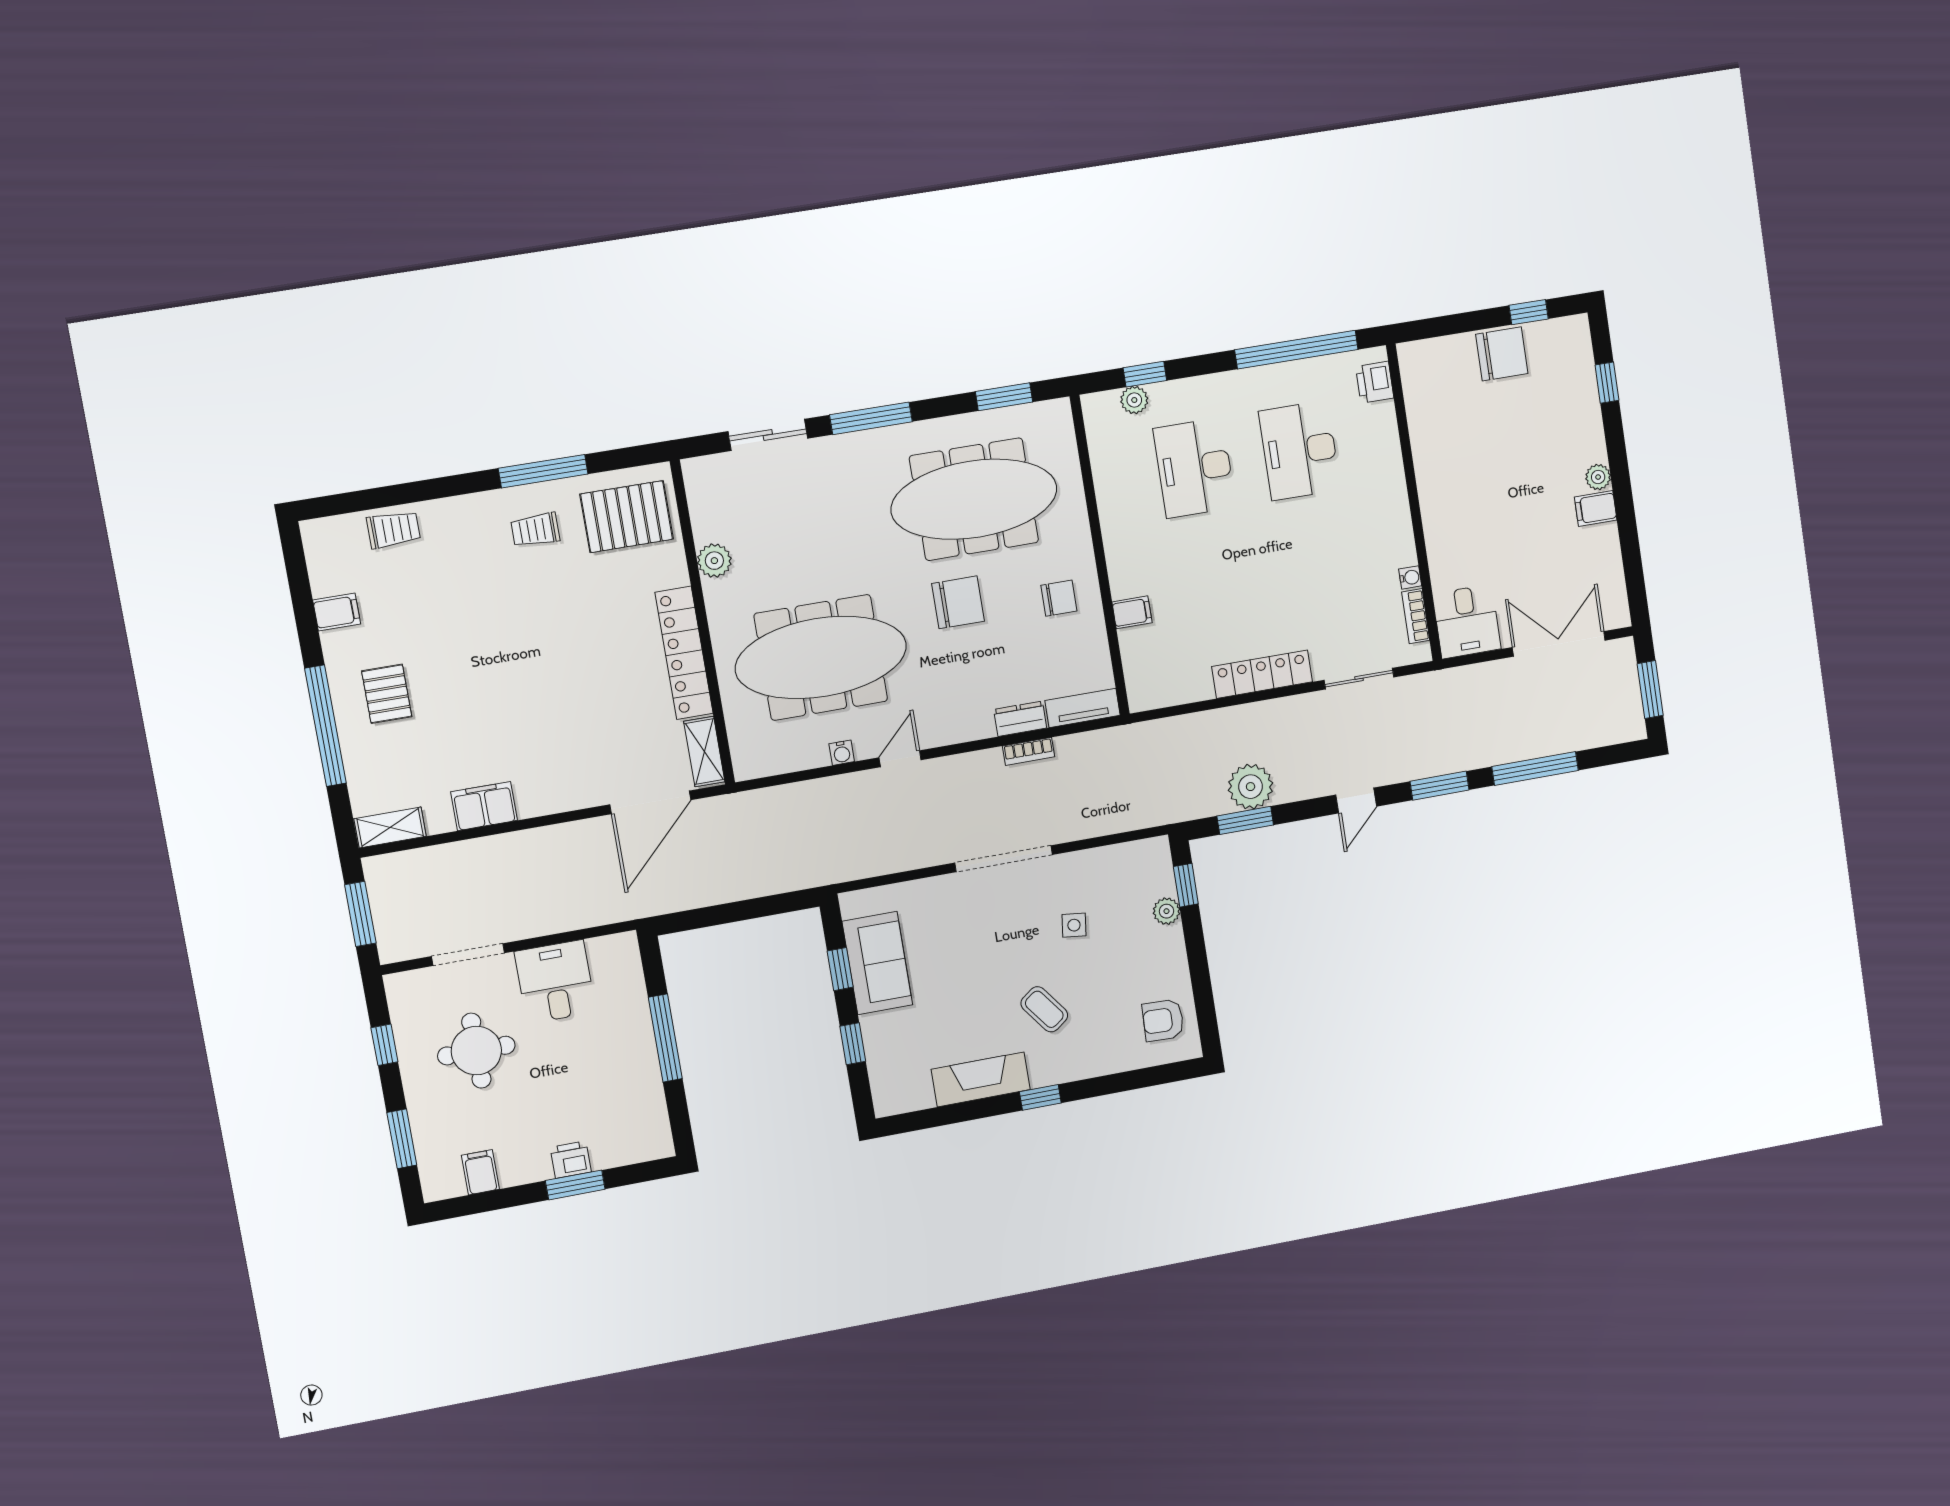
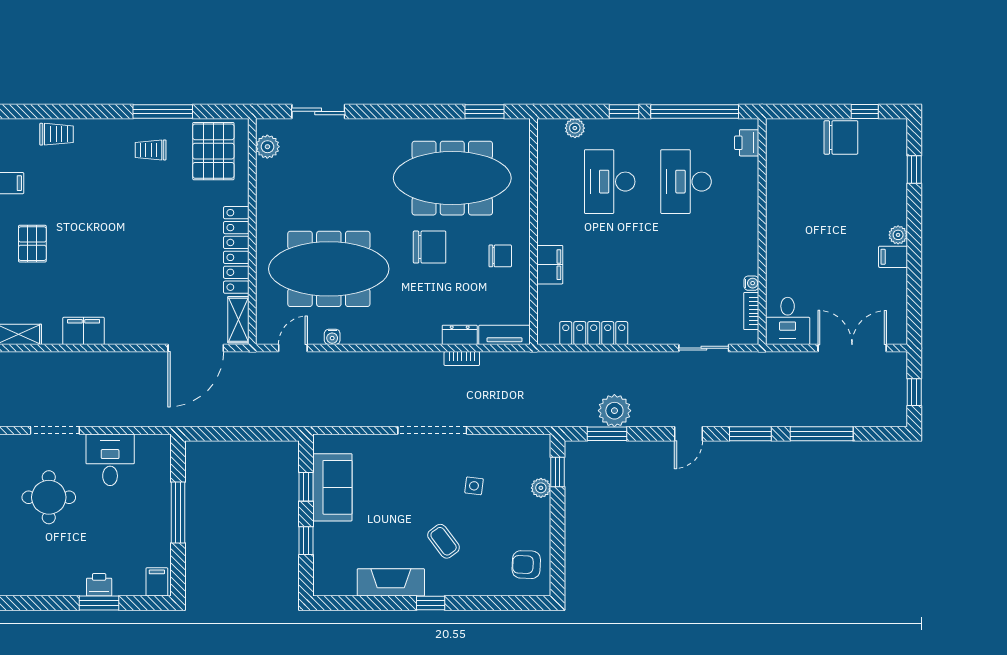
window: (1145, 374) -> (624, 111), moved
window: (871, 418) -> (390, 111), removed
pallet: (627, 517) -> (213, 151), turned 90
plant: (714, 561) -> (267, 147), moved
filing cabinet: (1132, 612) -> (550, 265), width x2.00
locker: (1262, 674) -> (594, 333), moved
window: (1650, 690) -> (914, 392), width x0.67
door: (900, 759) -> (293, 348), moved
filing cabinet: (480, 1172) -> (157, 582), moved

